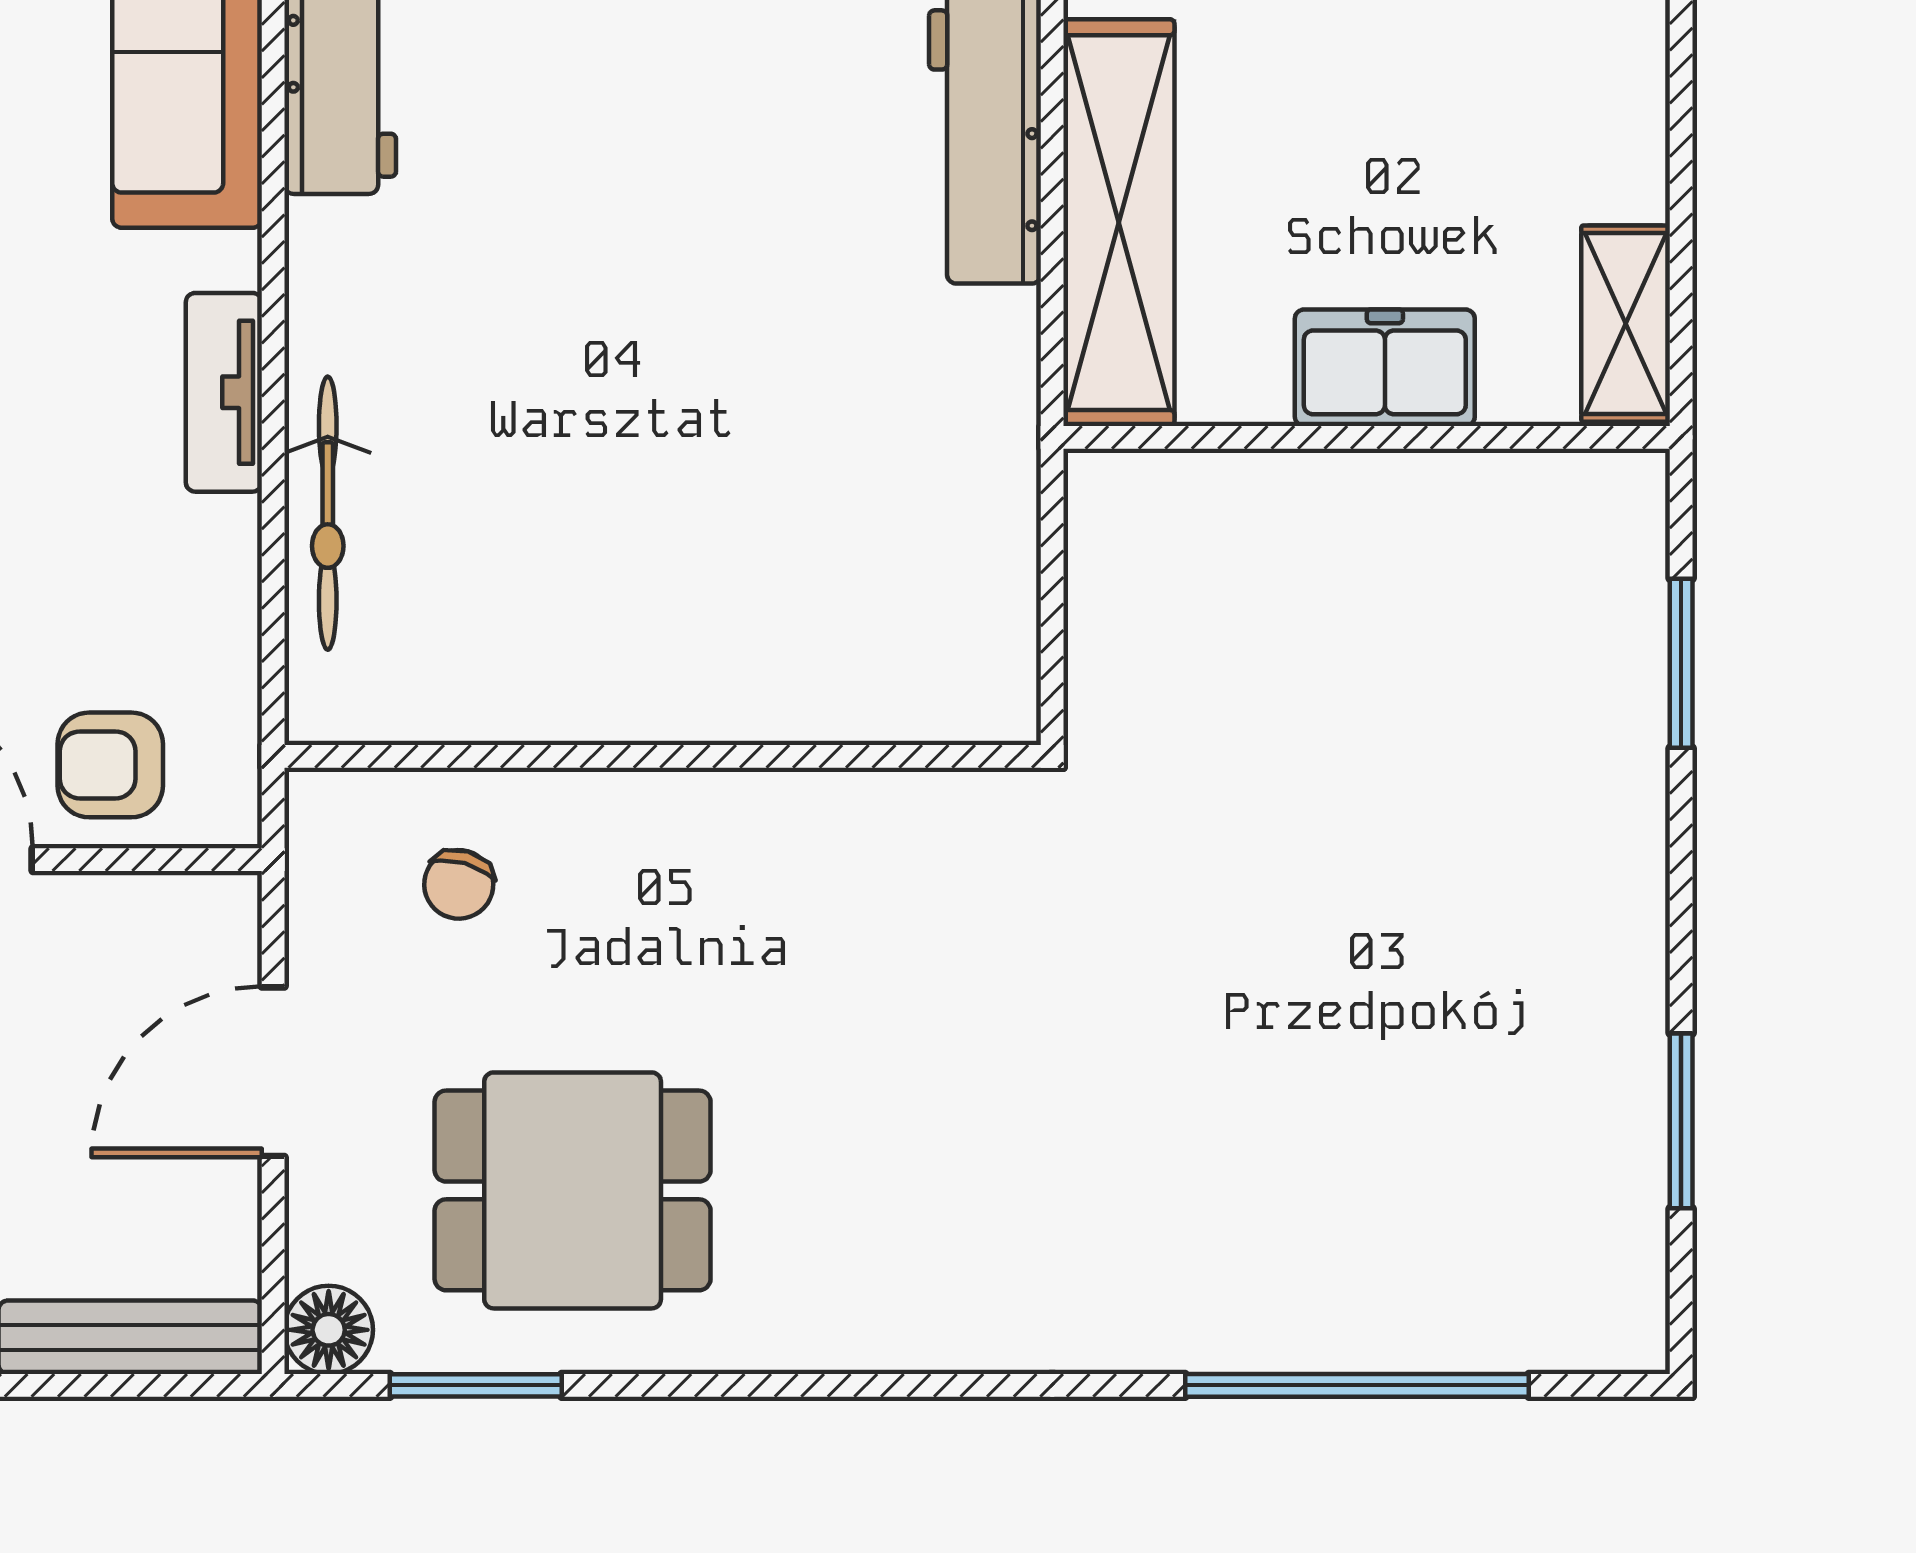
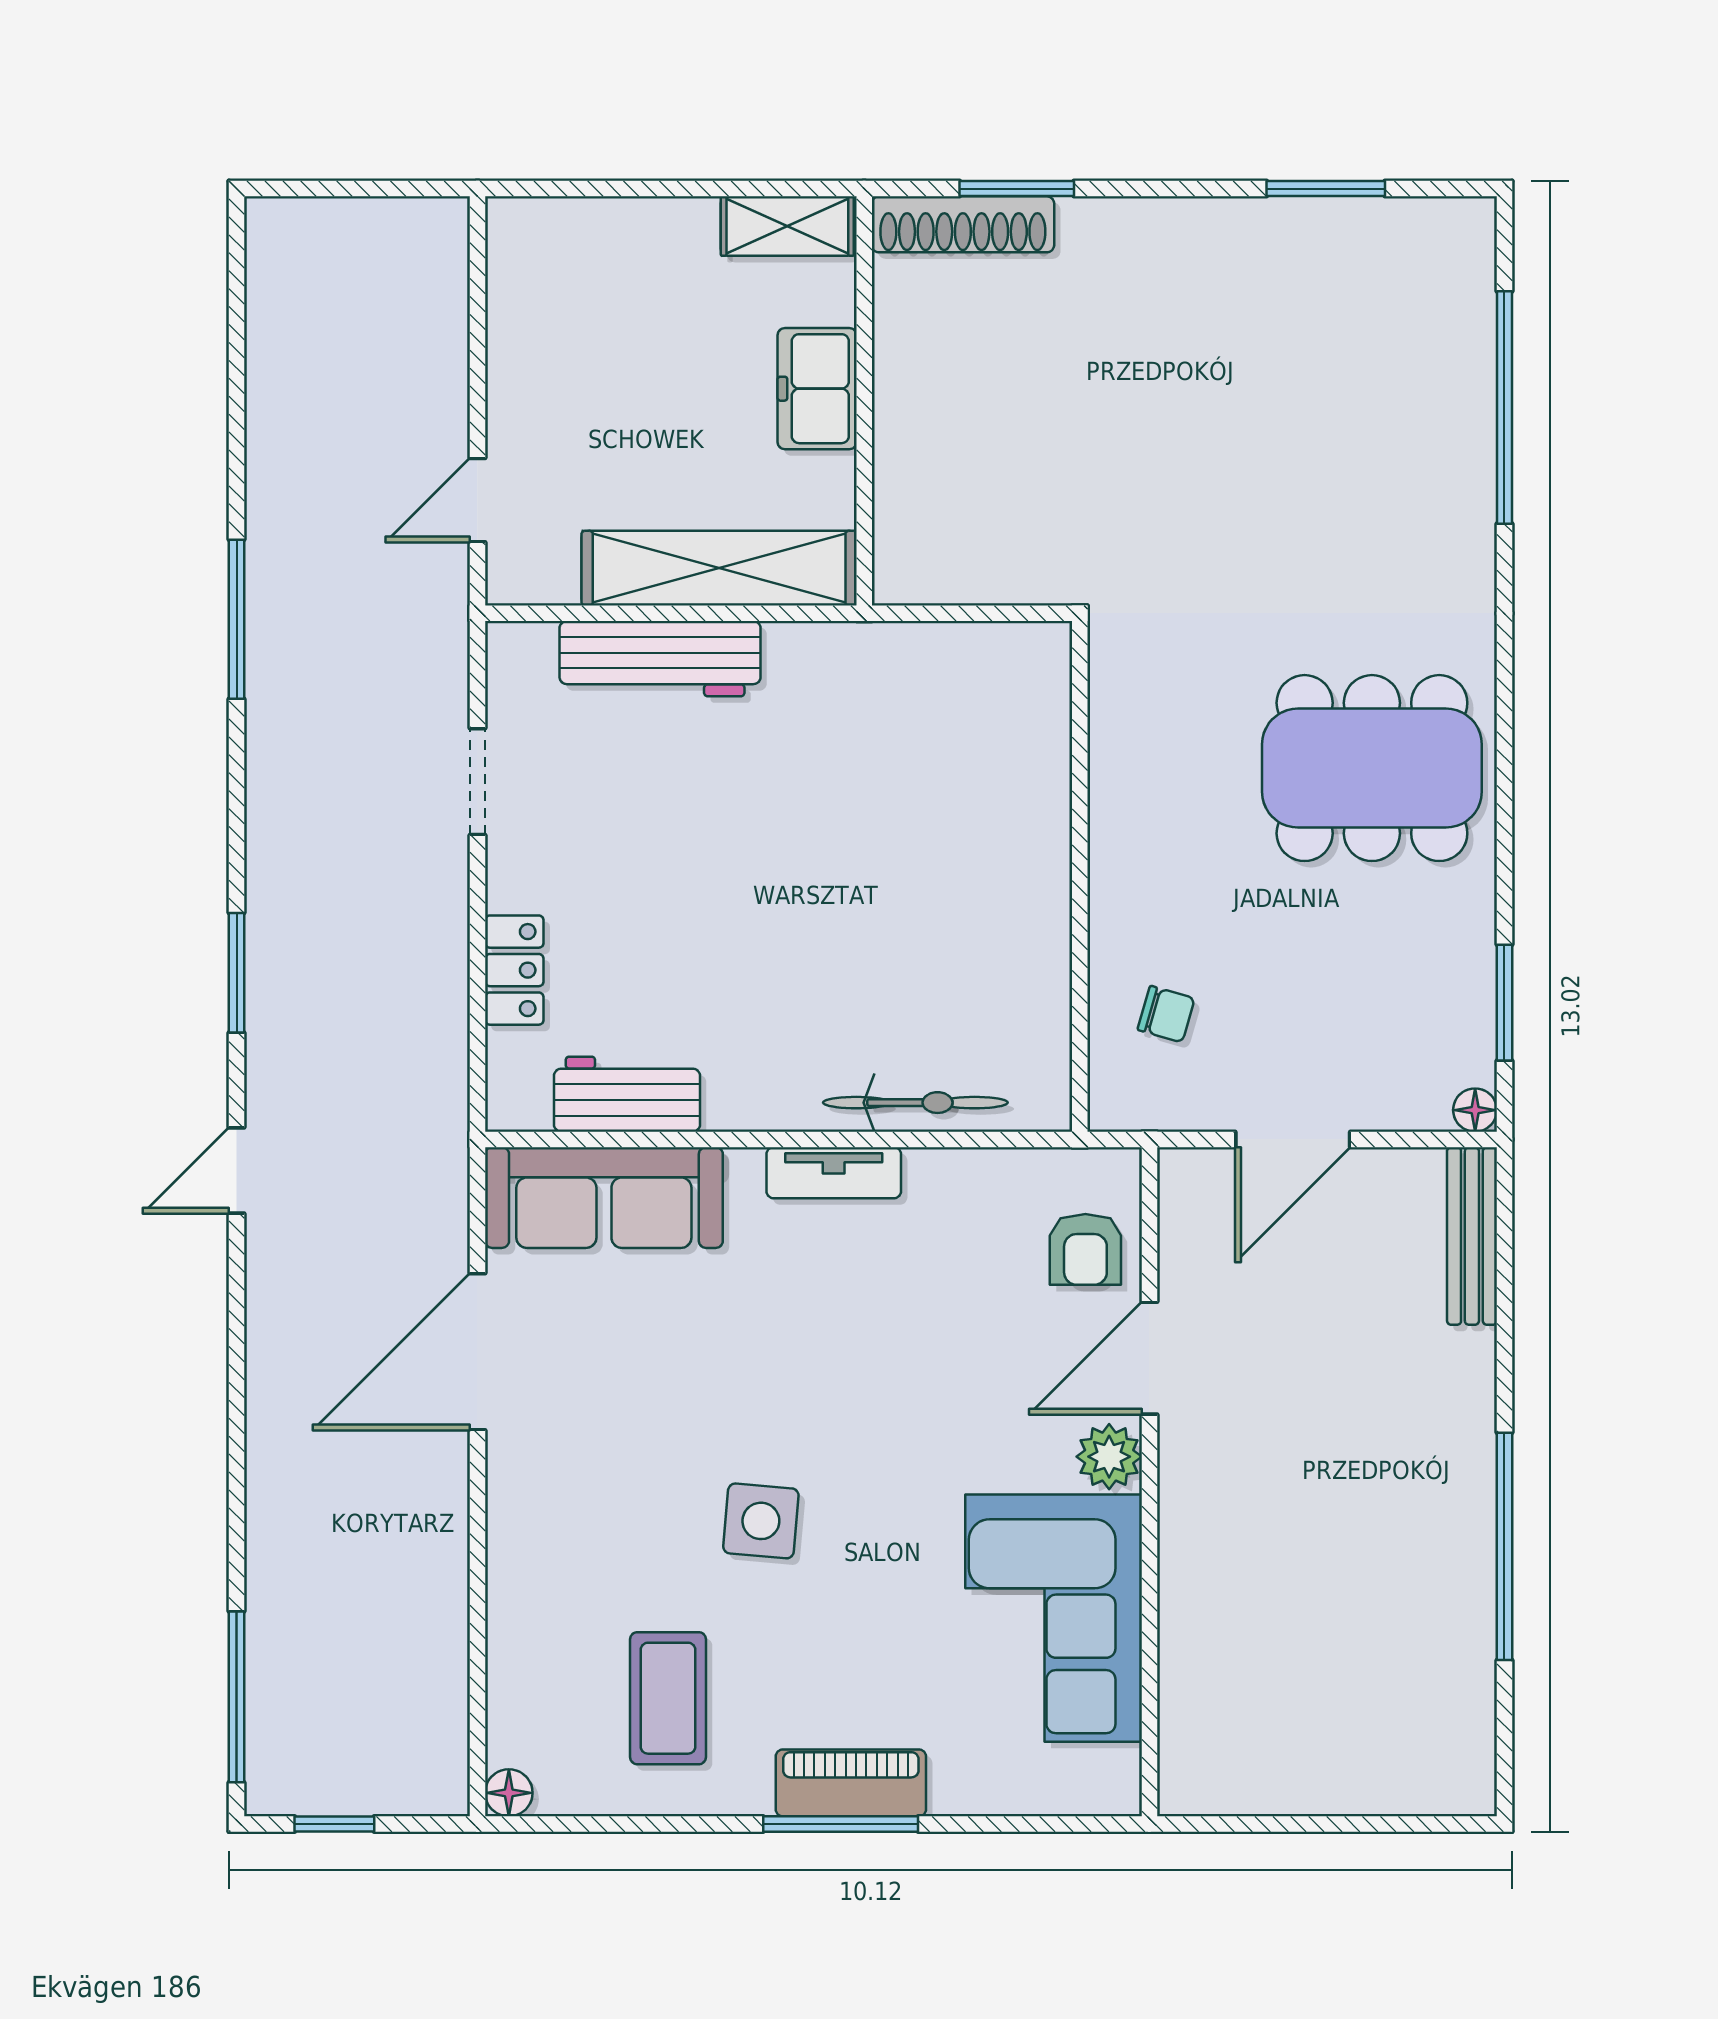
shoe rack: (1628, 584) -> (963, 224), added
door: (273, 1072) -> (1293, 1139), hinge flipped
dining table: (573, 1190) -> (1372, 768), moved, width x1.38
floor lamp: (329, 1330) -> (1475, 1110), width x0.73, depth x0.73

